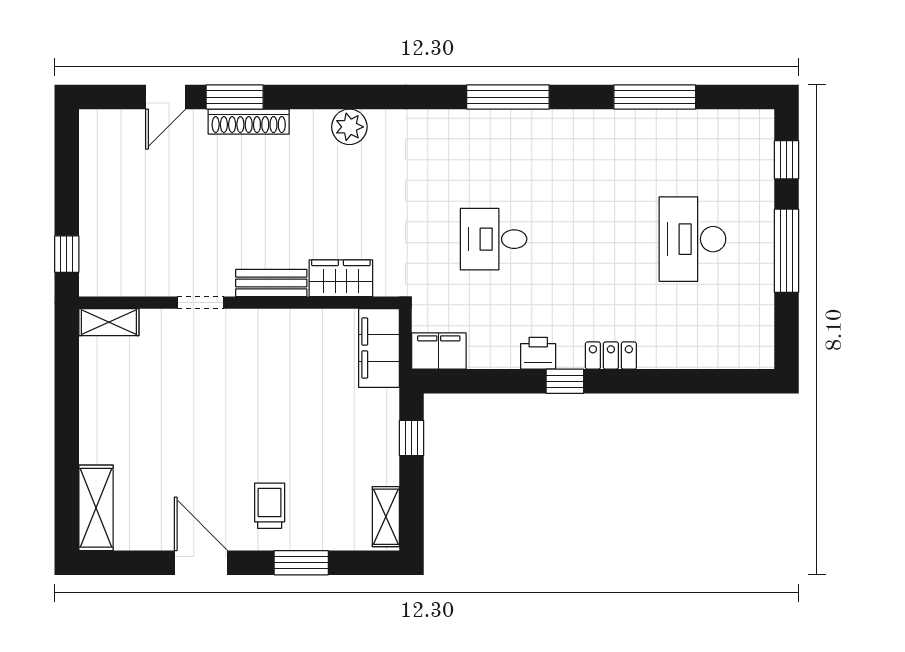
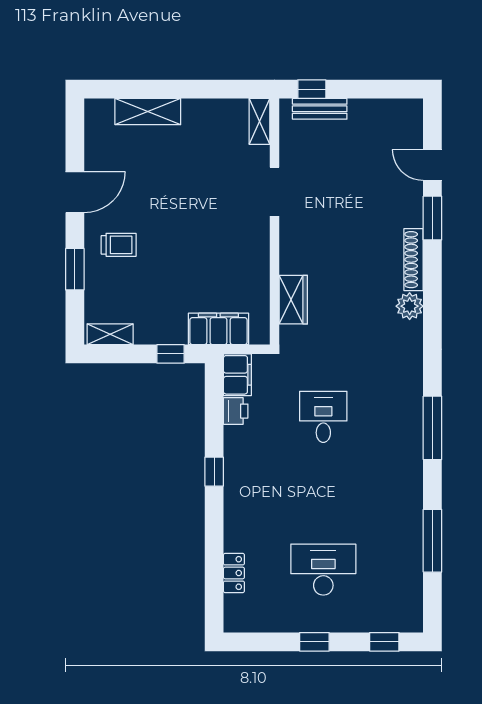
shoe rack: (249, 122) -> (414, 260), moved
window: (787, 251) -> (314, 642), width x0.46
bench: (271, 283) -> (320, 109), moved, turned 90
doorway: (200, 303) -> (275, 192), width x1.38
filing cabinet: (379, 348) -> (218, 329), moved
printer: (538, 353) -> (236, 411), moved
locker: (611, 356) -> (234, 573), moved
shelving: (96, 508) -> (148, 112), moved

